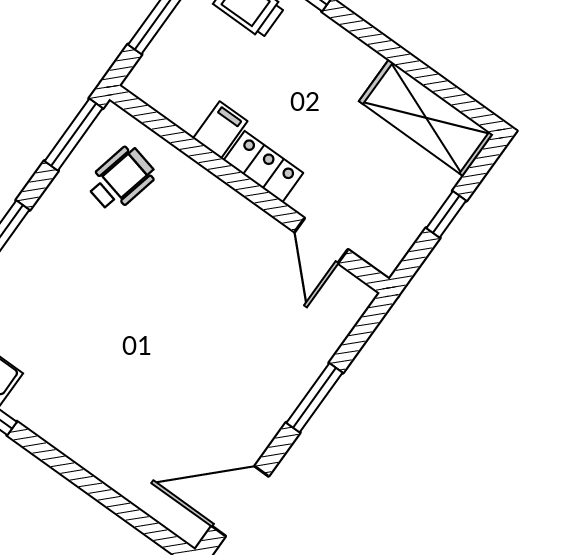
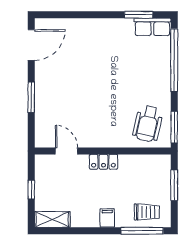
shelving: (426, 118) -> (52, 220), width x0.67, depth x0.75
filing cabinet: (220, 130) -> (107, 218), moved, turned 180
wheelchair: (121, 179) -> (148, 124), width x1.36, depth x1.37

